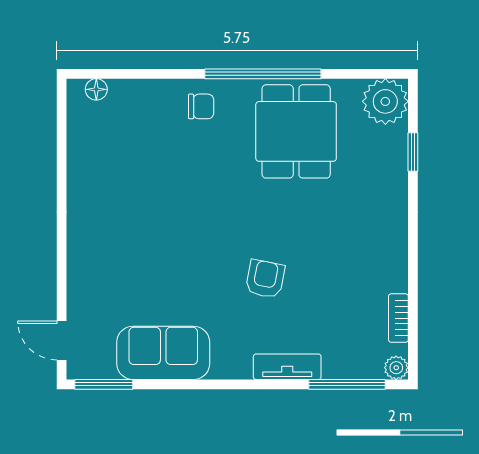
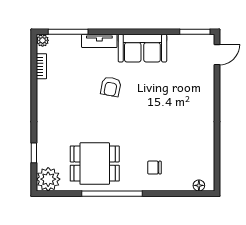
chair: (201, 106) -> (154, 168), moved
dining table: (296, 131) -> (95, 164), turned 90
door: (62, 340) -> (217, 55), hinge flipped
sofa: (163, 353) -> (142, 48), moved

